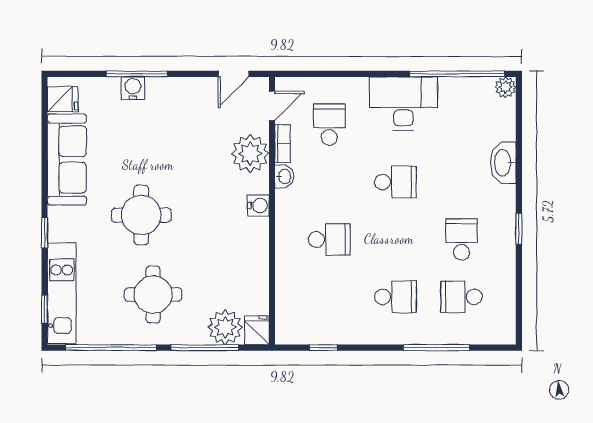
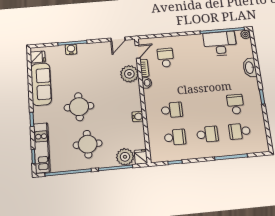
desk: (403, 103) -> (220, 44), moved
school desk: (395, 182) -> (175, 137), moved
water cooler: (258, 206) -> (138, 116), moved

